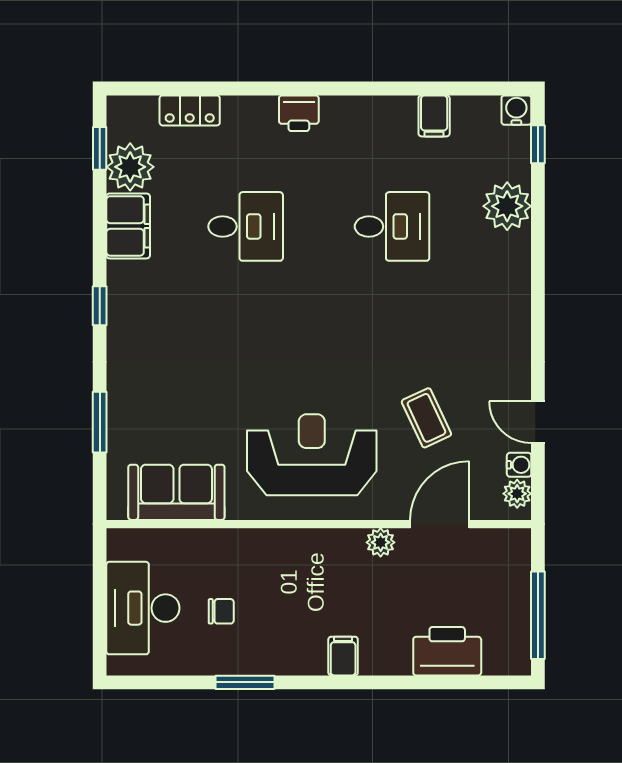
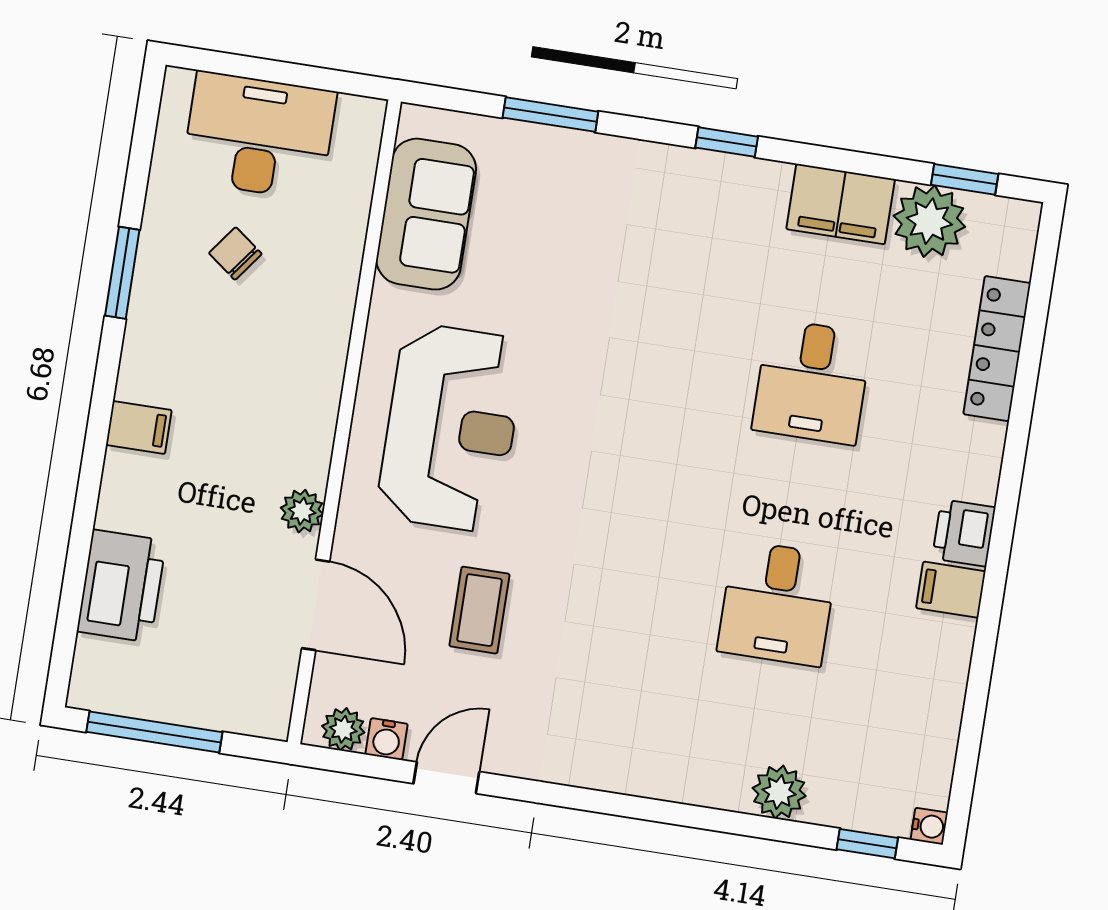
locker: (190, 110) -> (997, 349), width x1.53
water cooler: (516, 110) -> (929, 826), width x0.72, depth x0.72
printer: (299, 113) -> (964, 533), moved
filing cabinet: (434, 116) -> (951, 590), moved
plant: (507, 206) -> (779, 792), width x0.73, depth x0.73
coffee table: (426, 418) -> (479, 610), turned -65
chair: (221, 611) -> (235, 254), turned 127

